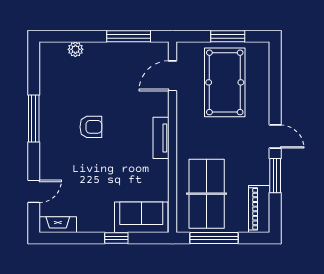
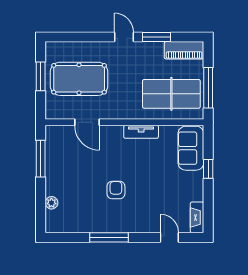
door: (172, 76) -> (87, 122), moved
door: (275, 137) -> (124, 37), hinge flipped
tv unit: (161, 138) -> (141, 132), moved

